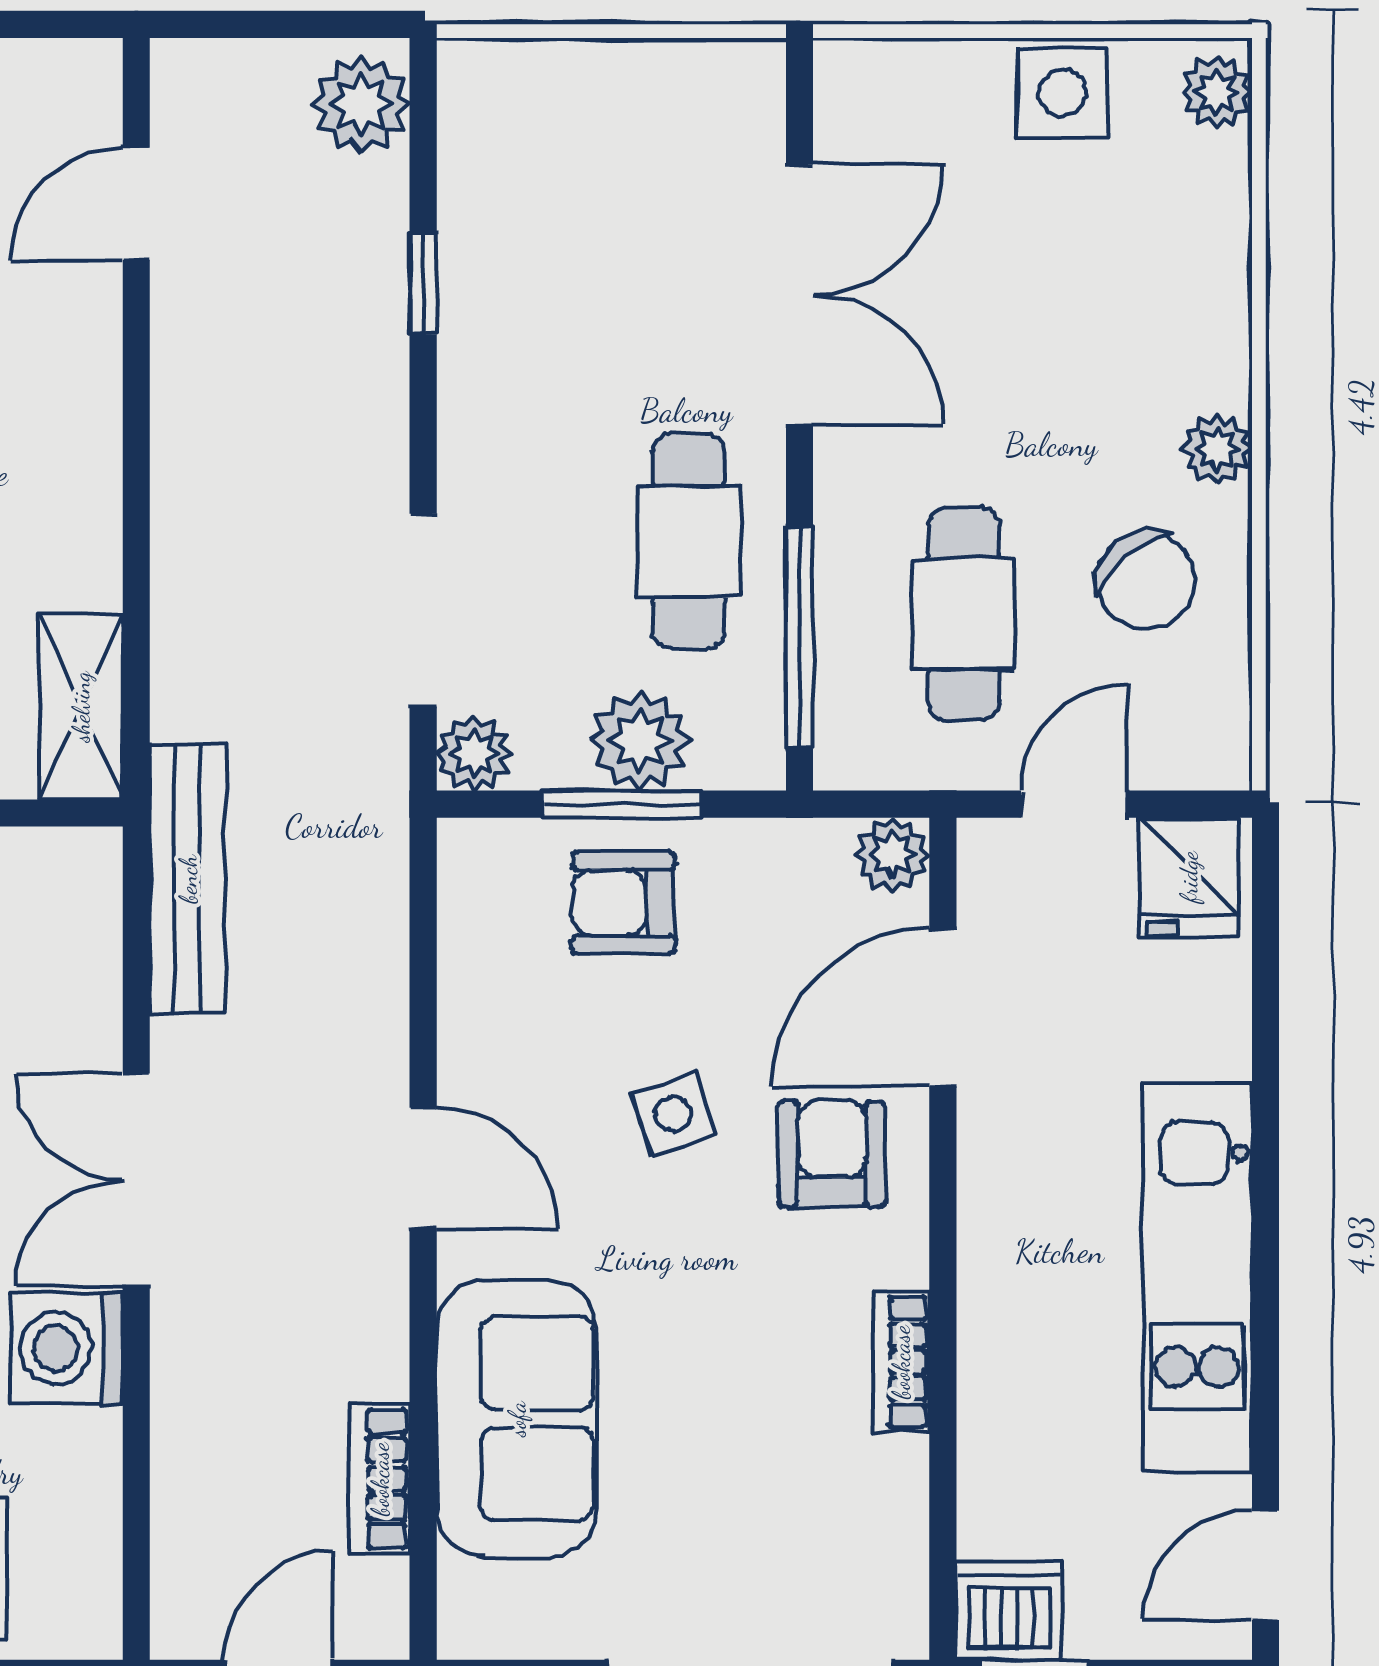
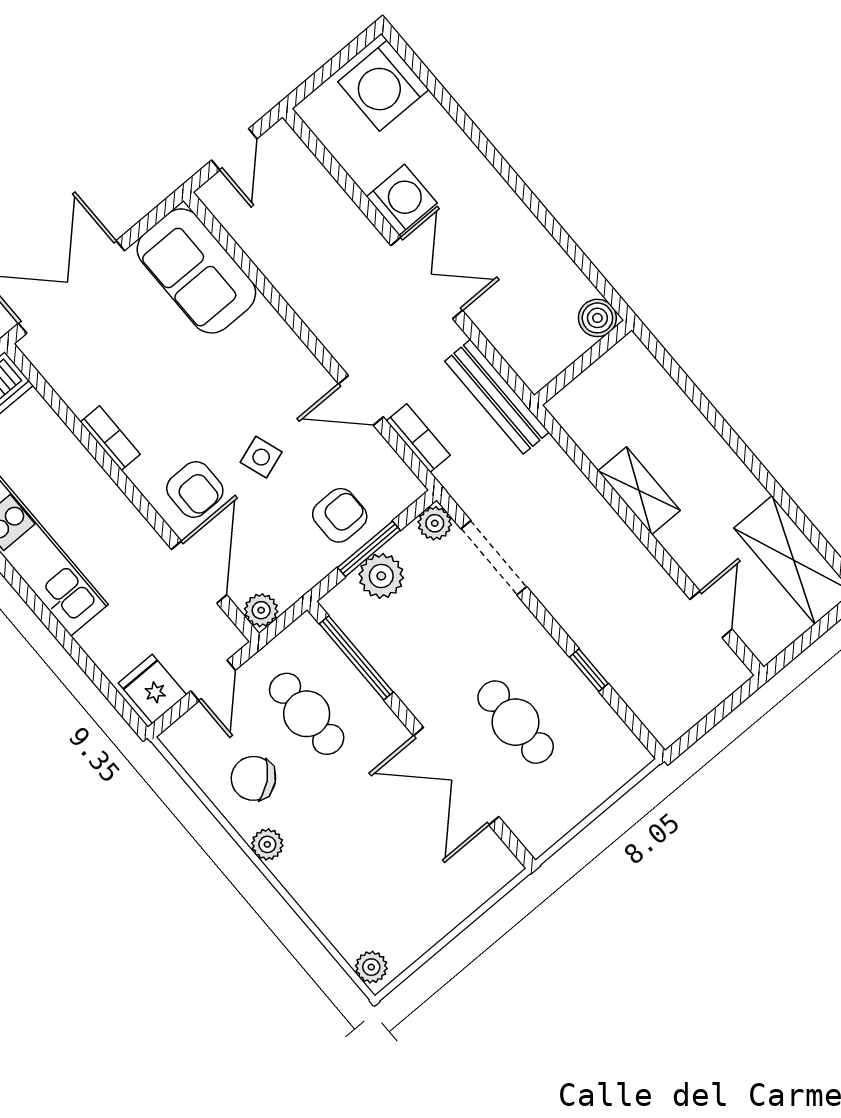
side table: (1062, 93) -> (424, 922), removed
plant: (361, 104) -> (663, 714), removed
cafe table: (689, 541) -> (516, 722), moved
shelving: (81, 707) -> (639, 491), moved
door: (423, 1168) -> (361, 400), moved
sofa: (517, 1419) -> (196, 271), moved
bookcase: (380, 1479) -> (418, 438), moved

